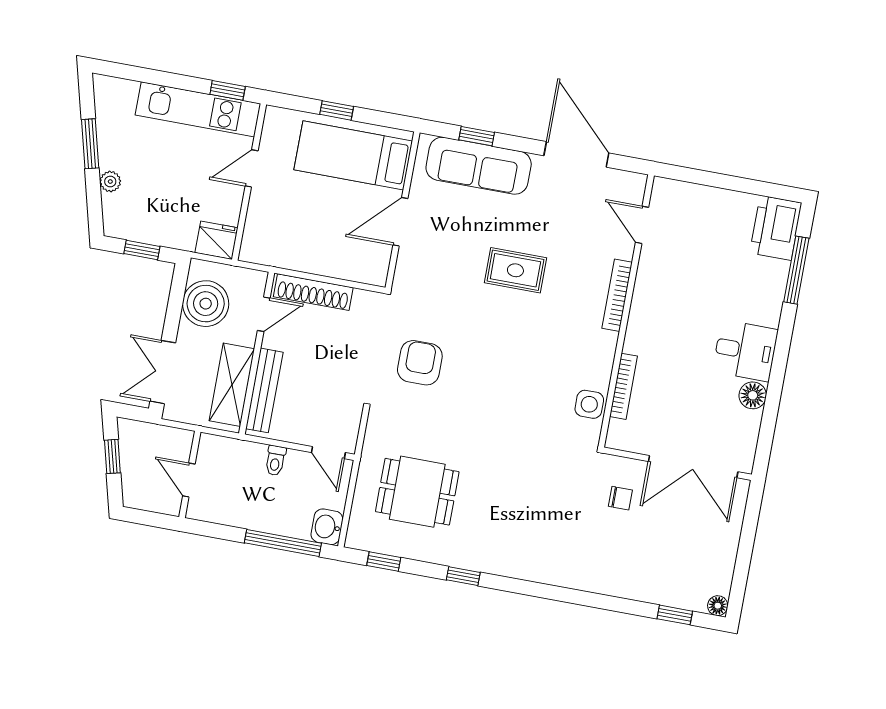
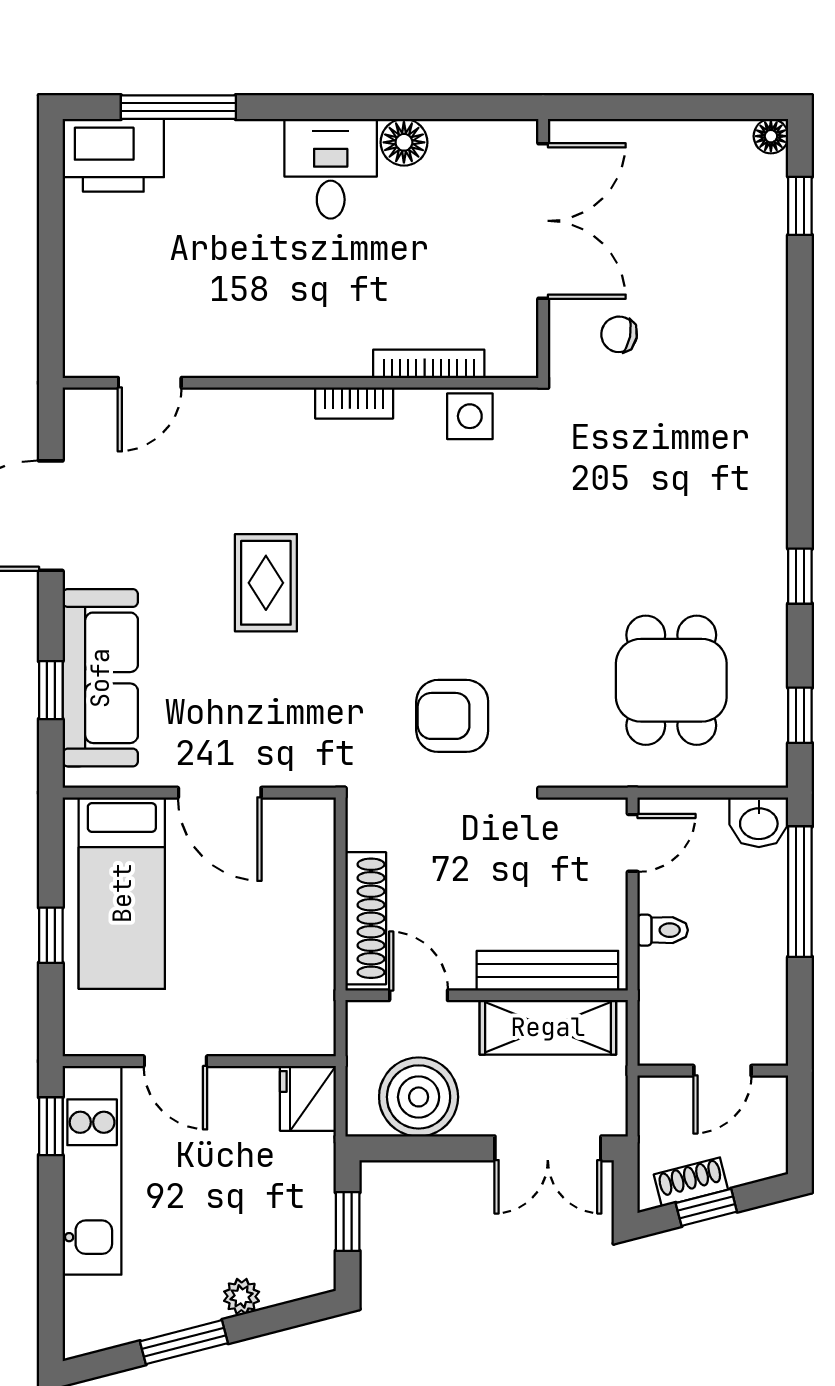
bookcase: (617, 295) -> (354, 403), moved, width x0.64
shoe rack: (128, 450) -> (691, 1182), added
chair: (620, 498) -> (619, 334), turned -79

